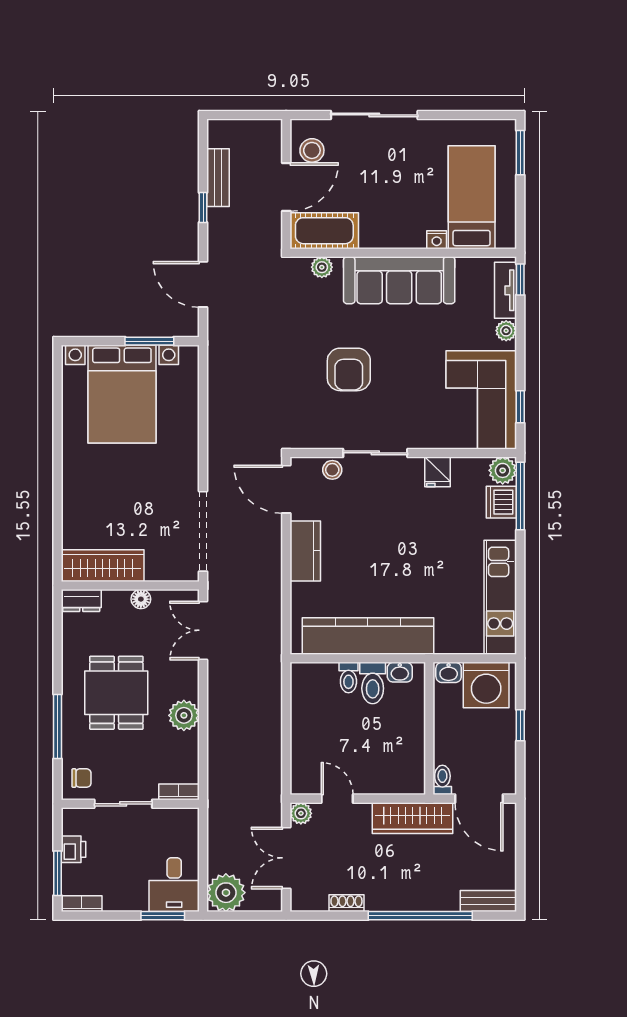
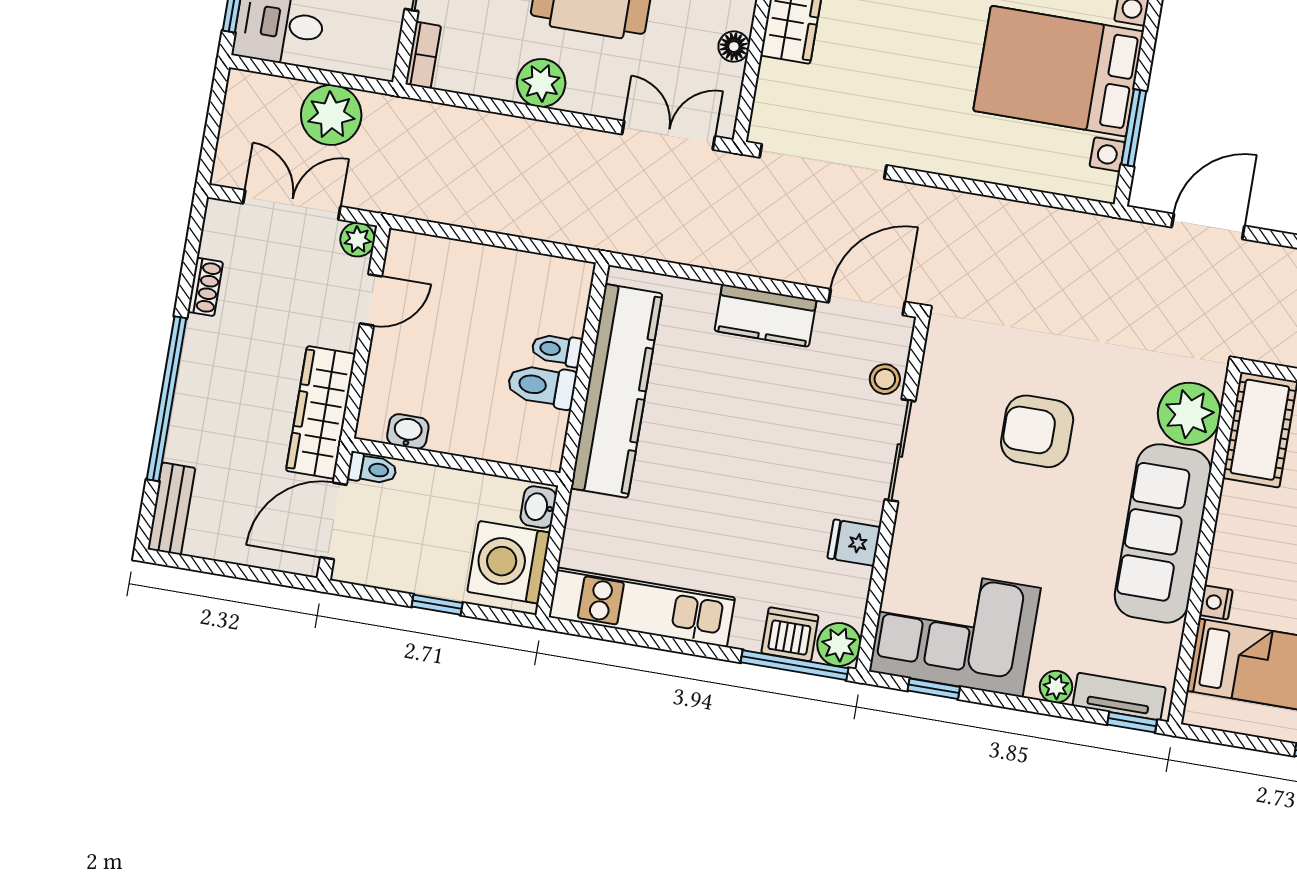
plant: (322, 267) -> (1189, 414), width x1.88, depth x1.88
washbasin: (400, 672) -> (408, 431), moved, turned 90
plant: (226, 893) -> (331, 115), moved

